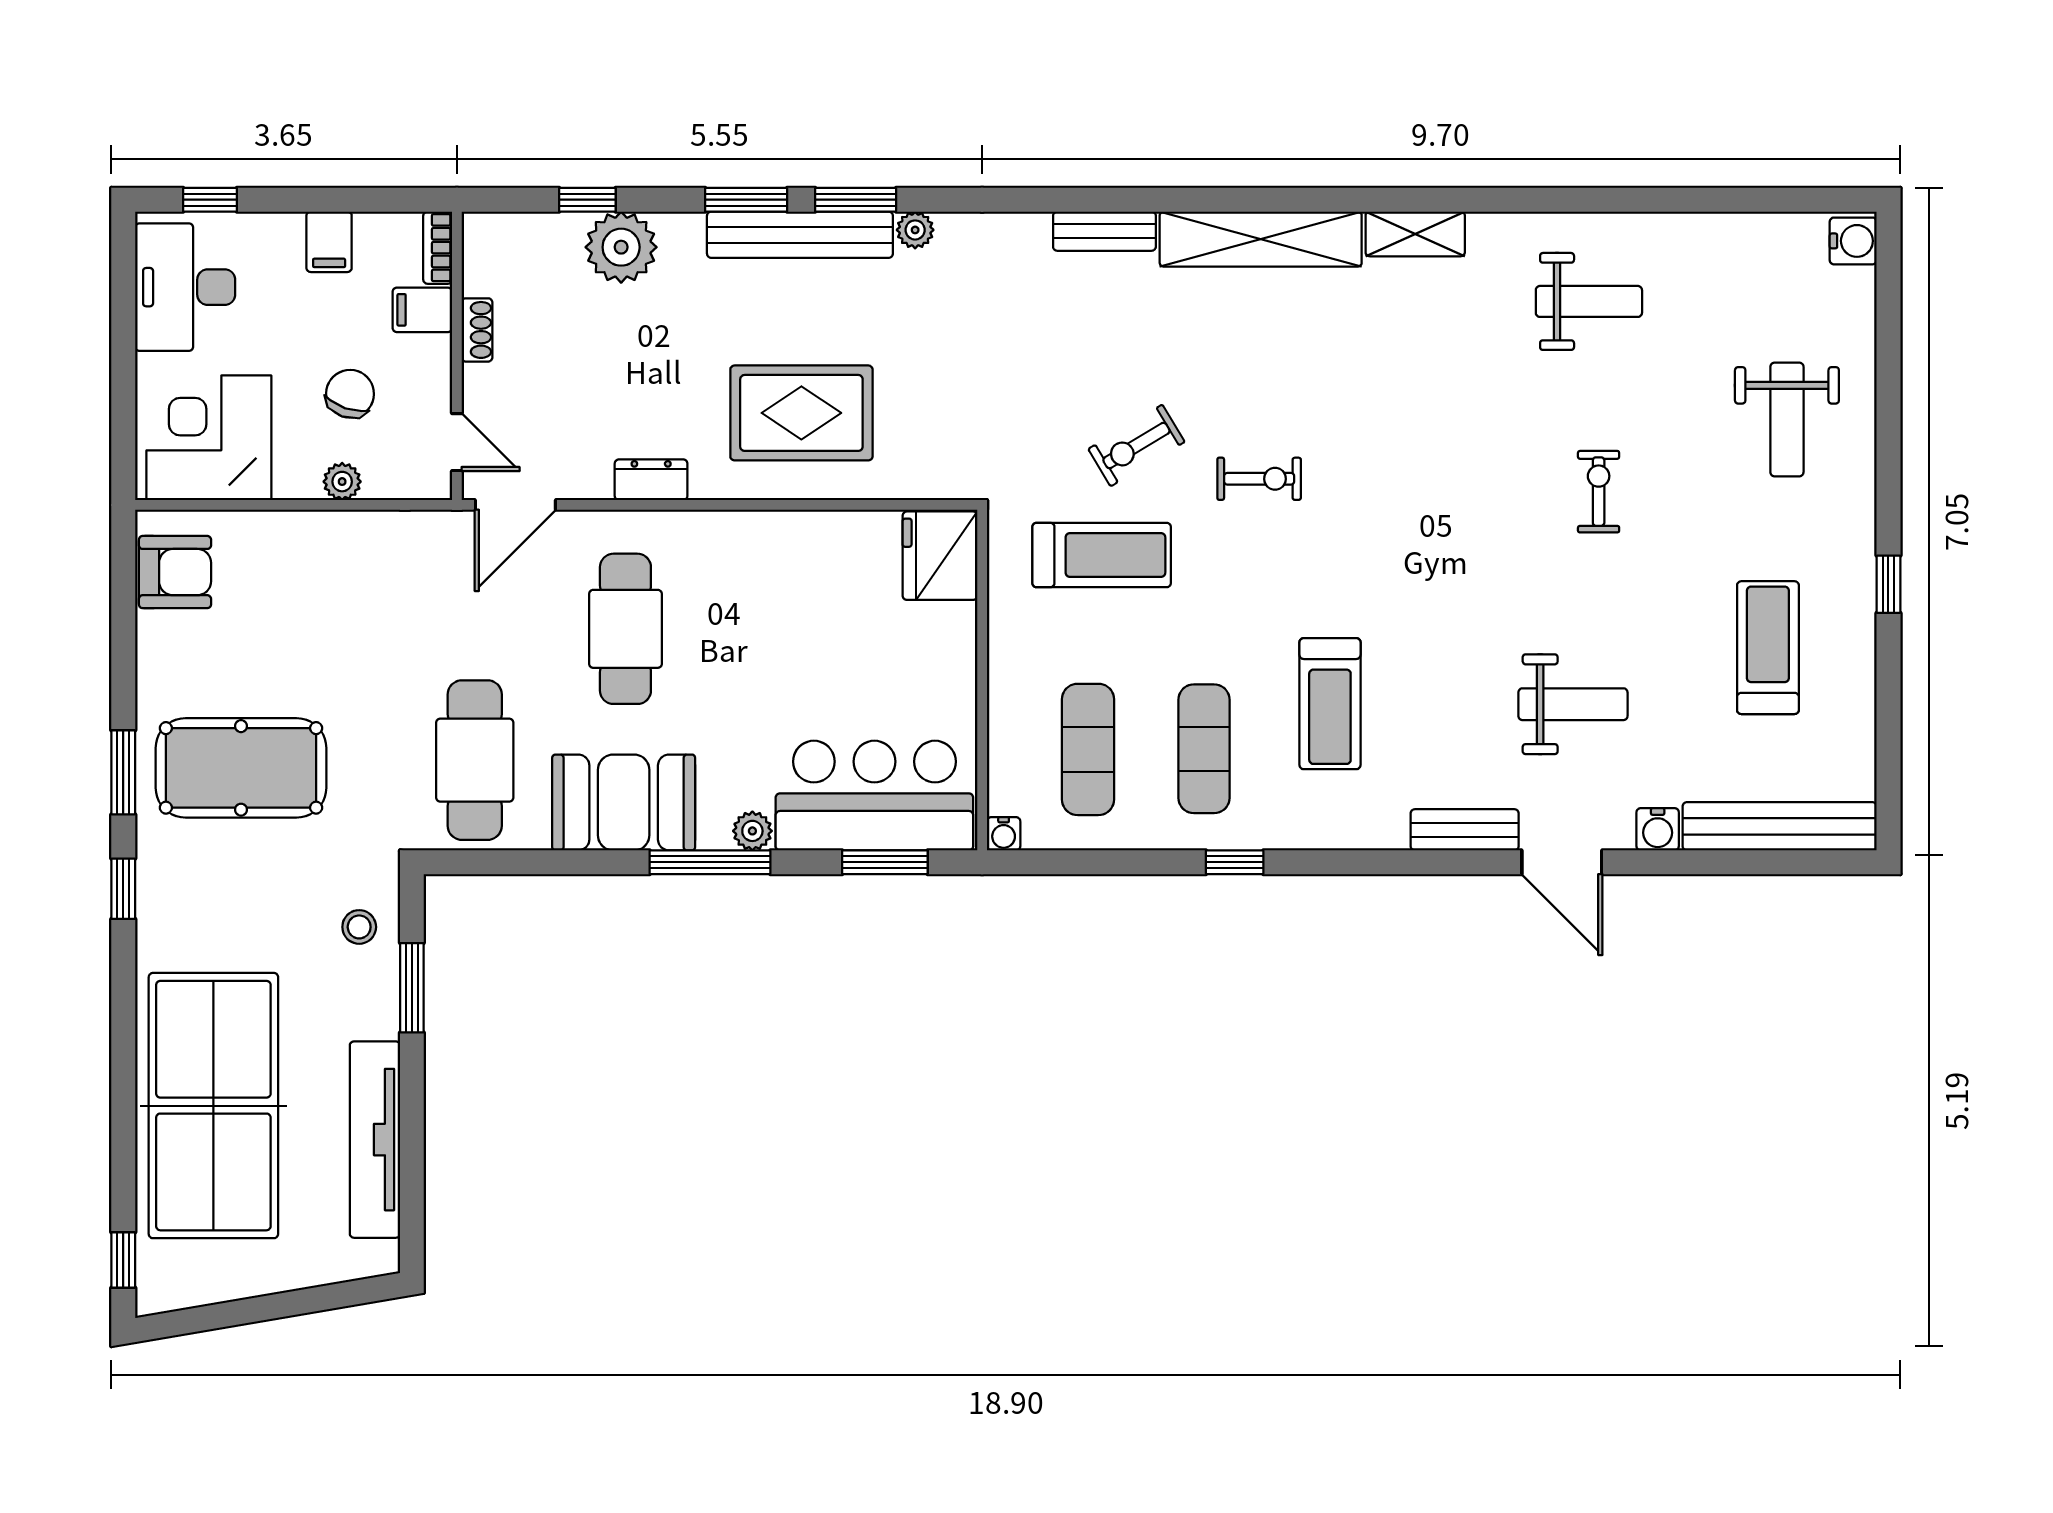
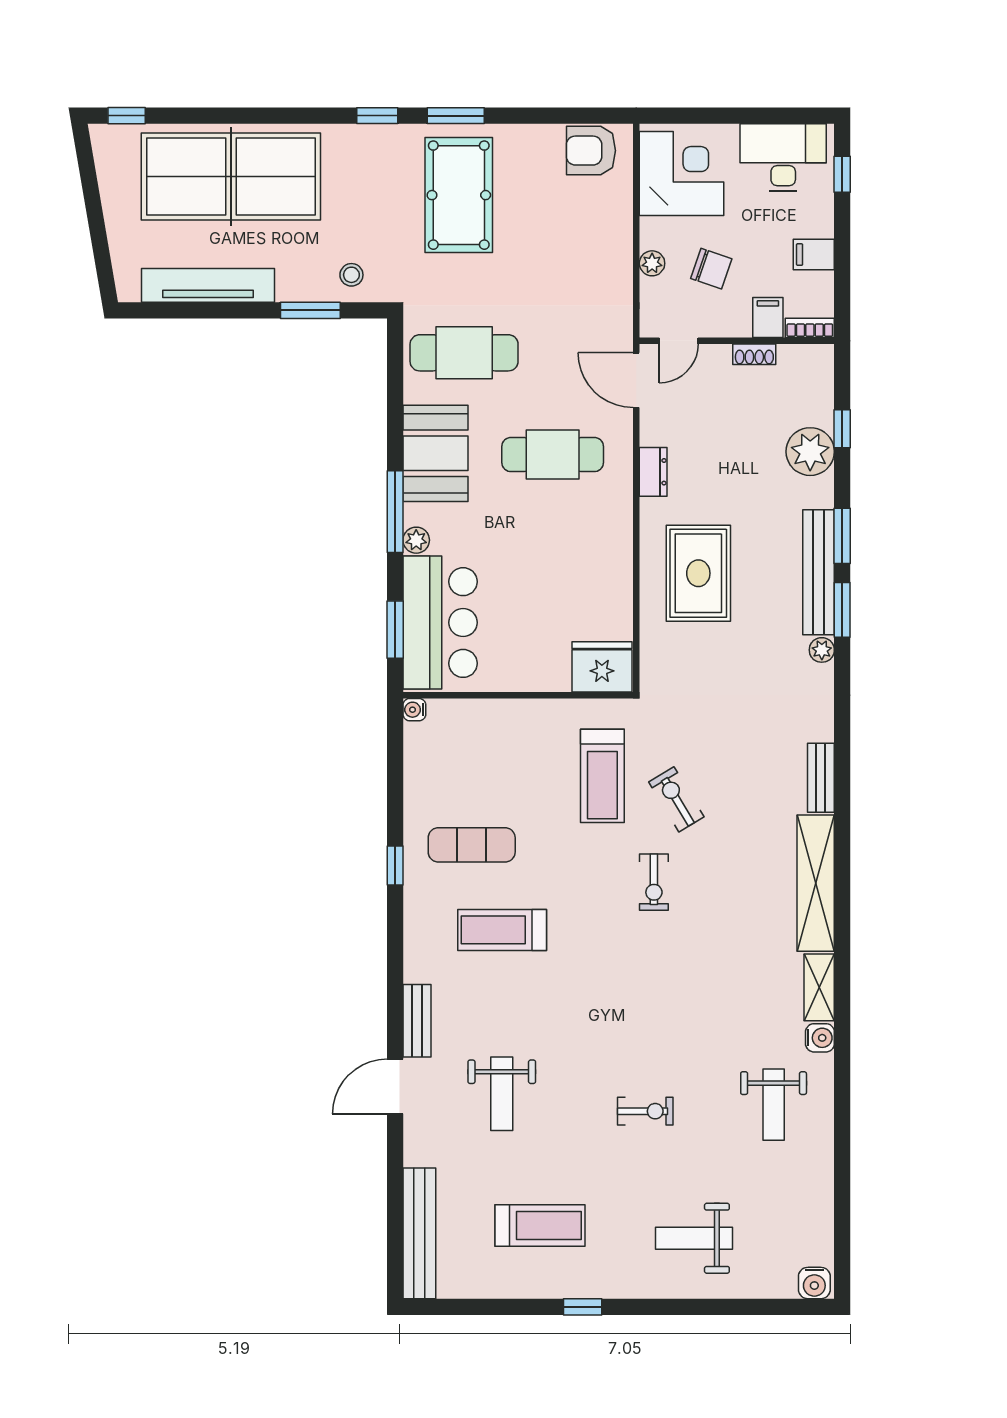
armchair: (175, 572) -> (591, 151), turned 90
exercise mat: (1088, 749) -> (471, 767), removed
water cooler: (1658, 829) -> (820, 1038), moved, turned 180

